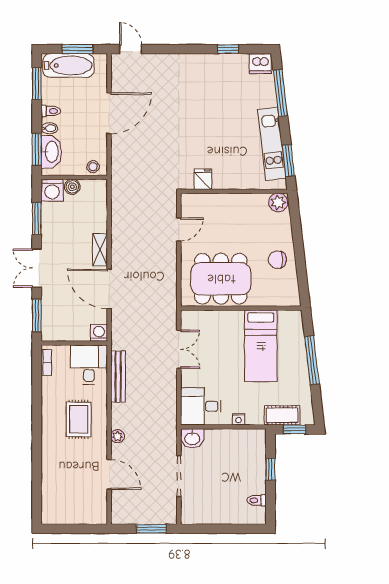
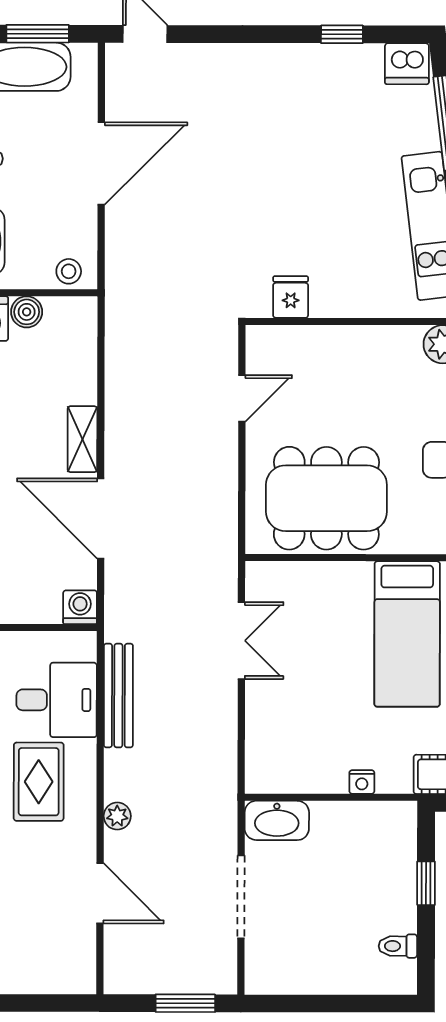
desk: (89, 365) -> (57, 700), moved, turned 90
desk: (201, 406) -> (286, 756), removed
washbasin: (192, 438) -> (277, 820), width x1.38

